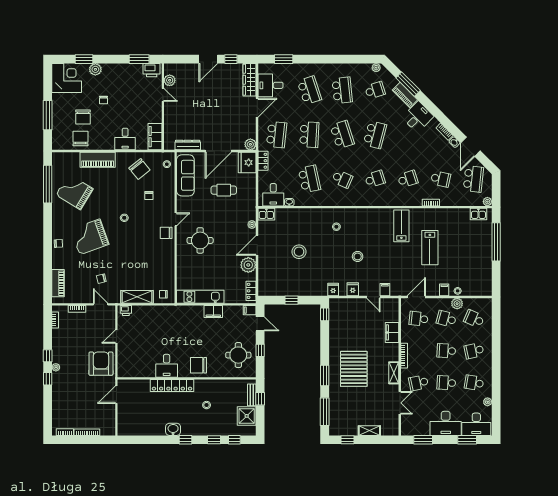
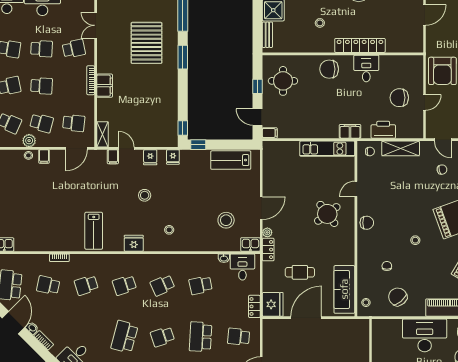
school desk: (277, 135) -> (239, 337), width x0.54
school desk: (342, 135) -> (162, 337), width x0.54
filing cabinet: (155, 137) -> (380, 334), removed
desk: (125, 139) -> (425, 335), width x1.87, depth x1.30
plant: (250, 144) -> (269, 325), removed
dresser: (188, 145) -> (342, 325), removed
school desk: (309, 179) -> (201, 285), width x0.54
school desk: (342, 179) -> (162, 285), turned -48
fridge: (367, 215) -> (134, 243), added
door: (176, 219) -> (356, 189), moved
round table: (200, 240) -> (327, 214), turned -37
lab bench: (430, 248) -> (231, 160), moved, turned -90
stool: (299, 252) -> (226, 220), moved
plant: (248, 265) -> (271, 186), removed
locker: (251, 291) -> (268, 250), moved
window: (291, 300) -> (198, 145), moved
printer: (126, 310) -> (383, 130), moved, width x1.87, depth x1.48
filing cabinet: (213, 312) -> (350, 131), moved
filing cabinet: (392, 332) -> (105, 86), moved
chair: (138, 341) -> (399, 98), added
chair: (199, 365) -> (329, 69), turned 180
pallet: (354, 369) -> (147, 43), moved
shelving: (394, 373) -> (103, 134), moved
door: (116, 395) -> (425, 15), moved
window: (260, 399) -> (258, 30), removed

